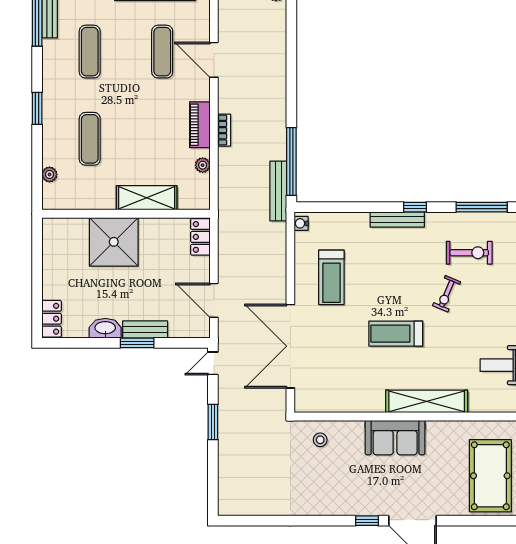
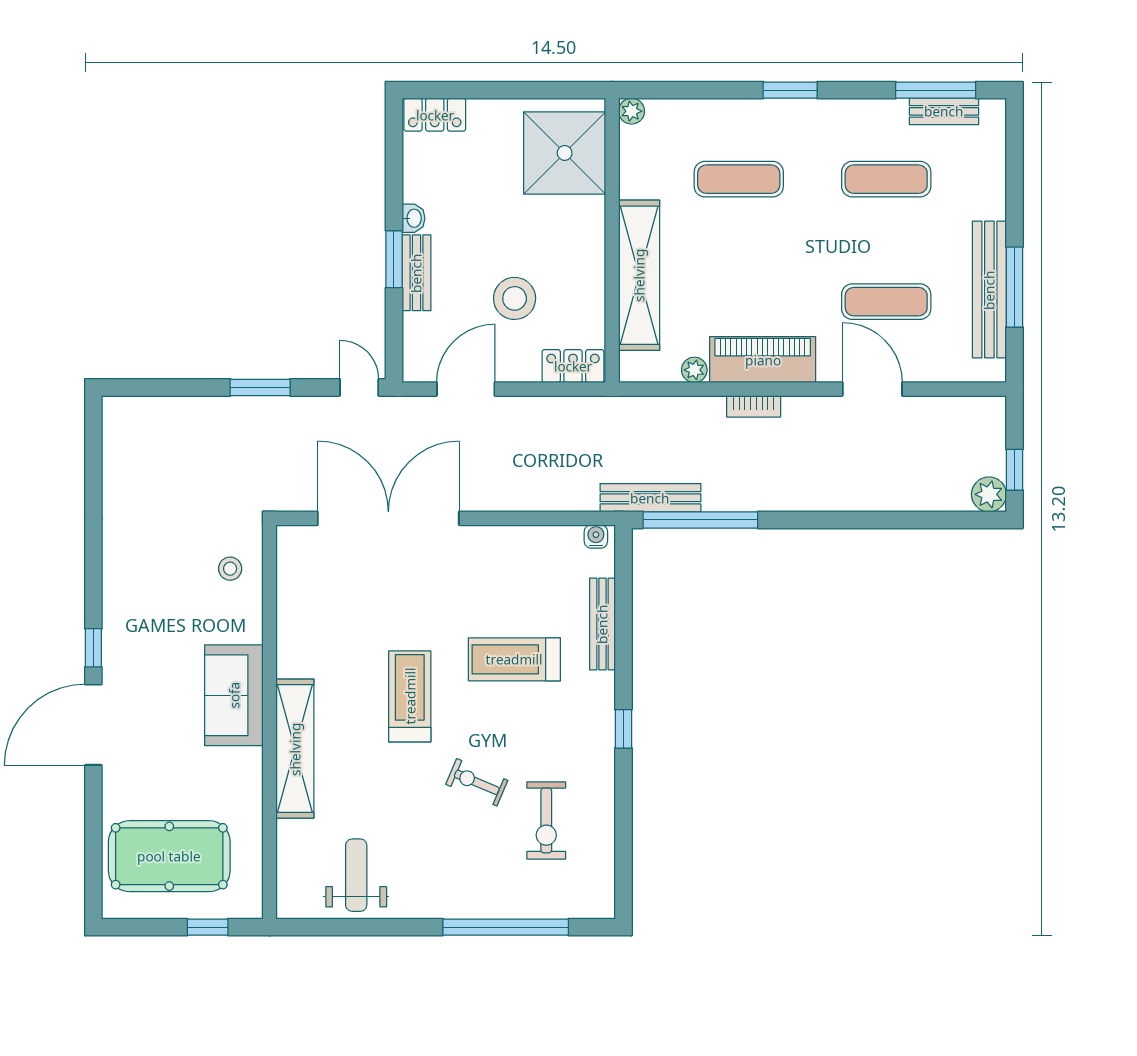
door: (214, 60) -> (872, 389), hinge flipped
piano: (200, 125) -> (763, 360), width x1.37, depth x1.33
plant: (49, 174) -> (632, 111), moved
shelving: (147, 198) -> (639, 275), width x1.47
window: (482, 207) -> (623, 842), removed
bench: (397, 219) -> (602, 624), moved
shower: (114, 242) -> (565, 153), moved
stool: (160, 271) -> (515, 298), added
treadmill: (331, 277) -> (514, 659), moved
washbasin: (105, 328) -> (413, 218), width x0.52, depth x0.69

